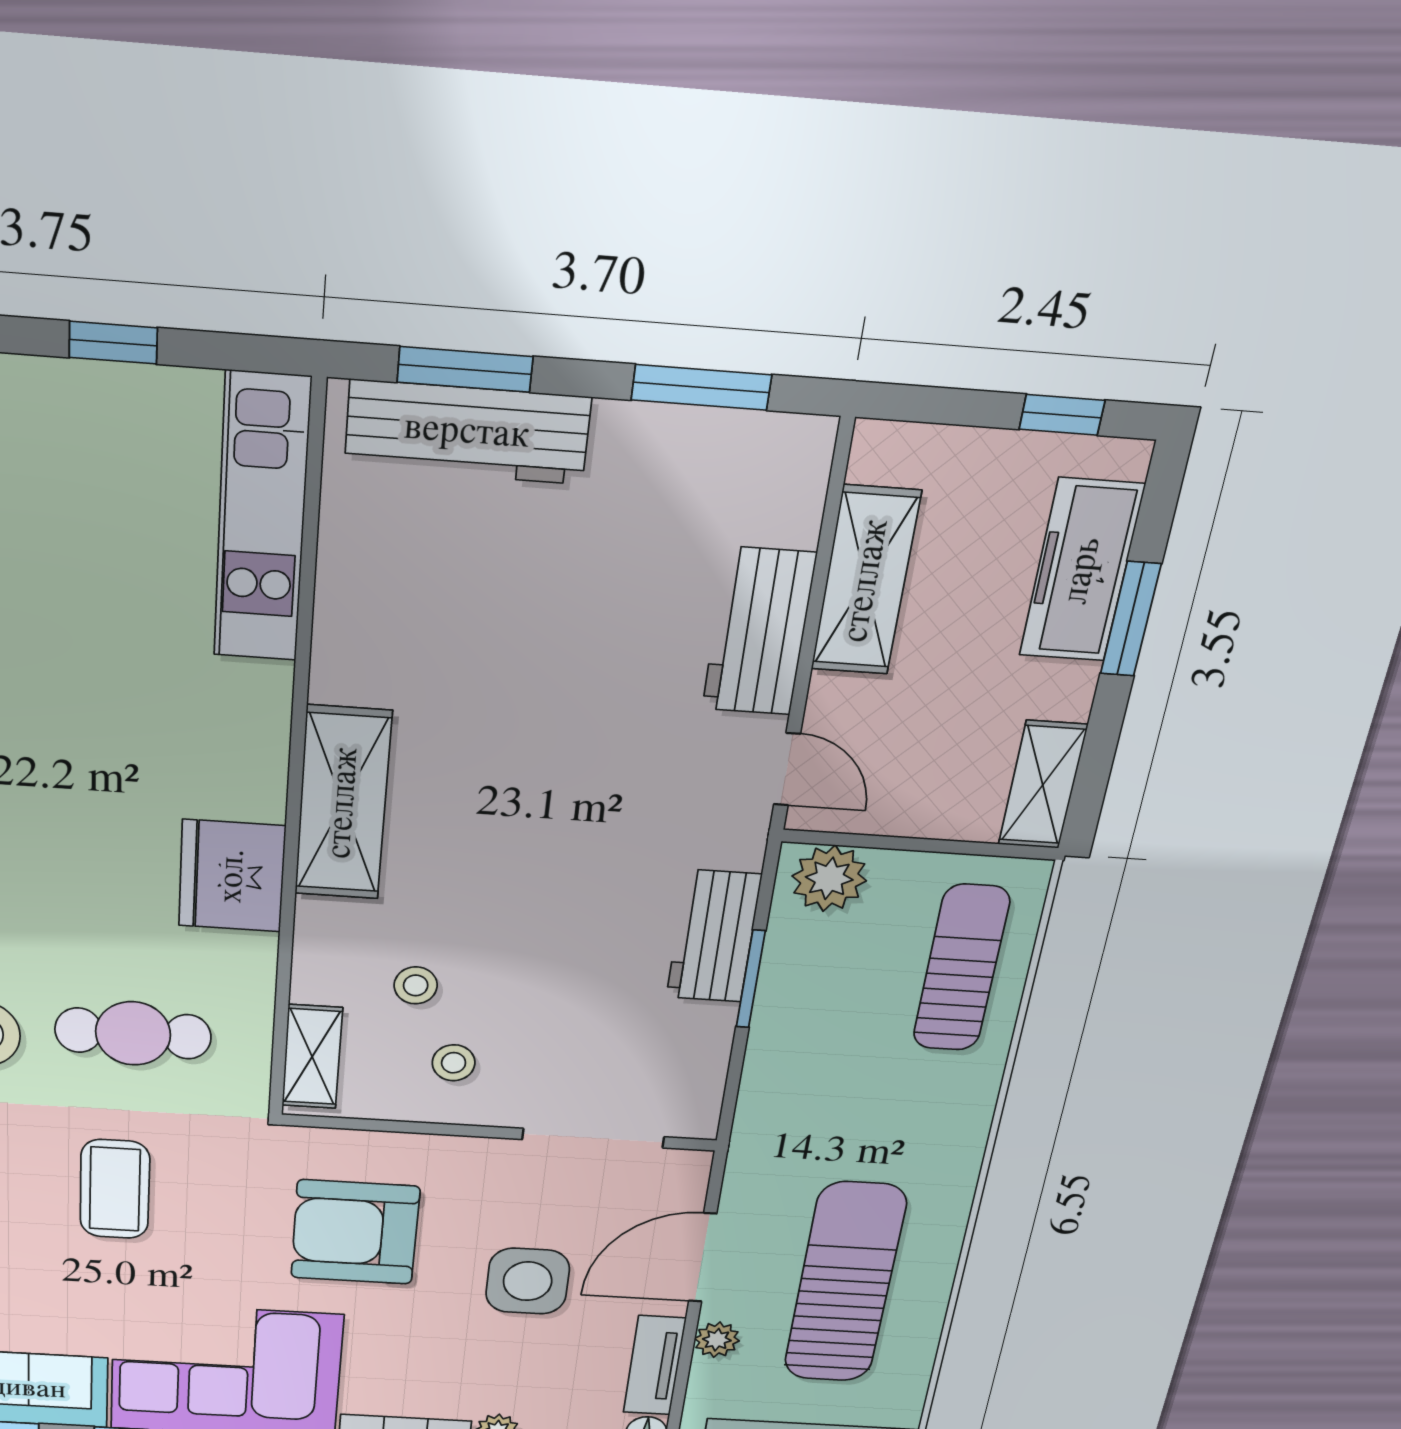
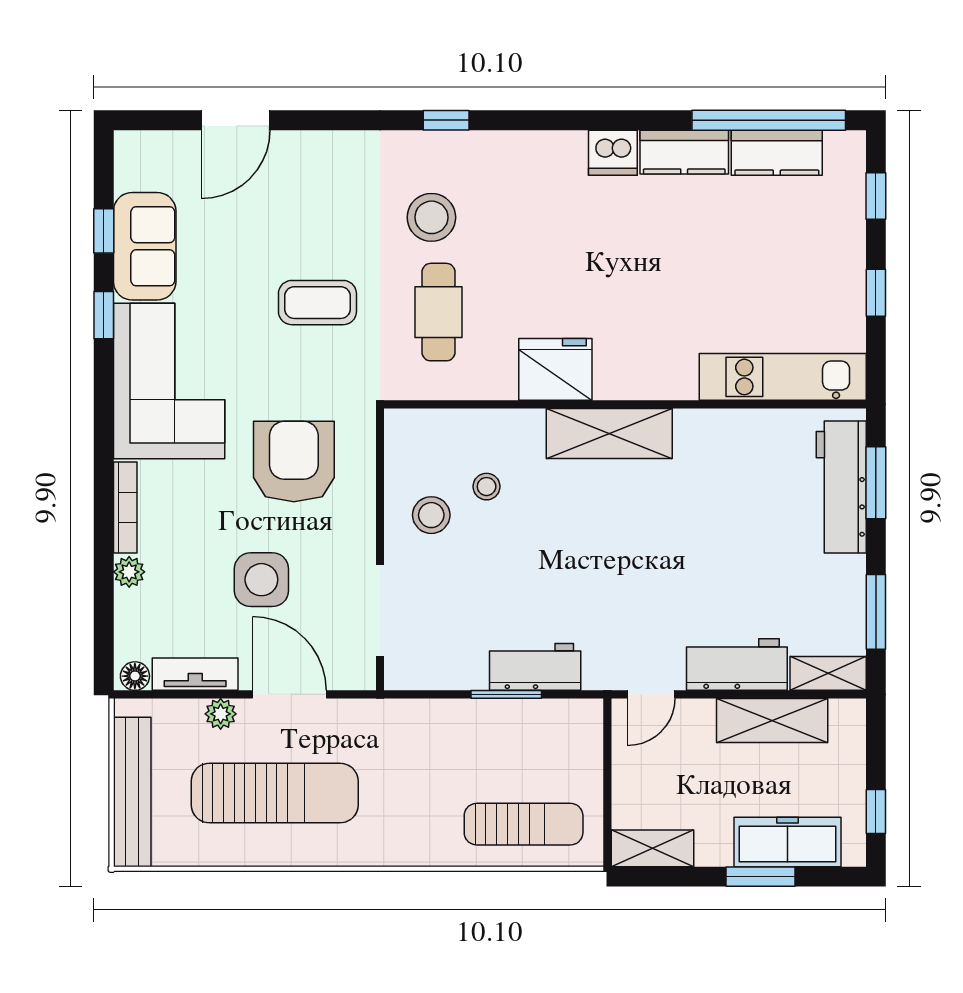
plant: (829, 878) -> (580, 732), removed
shelving: (312, 1057) -> (828, 673), moved
stool: (454, 1063) -> (431, 515), width x1.37, depth x1.37

